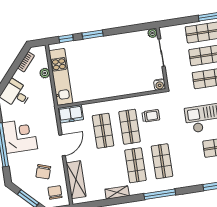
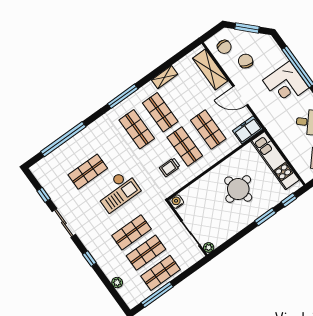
round table: (103, 69) -> (238, 189), added
plant: (45, 73) -> (292, 156), removed
door: (62, 145) -> (240, 96), hinge flipped

